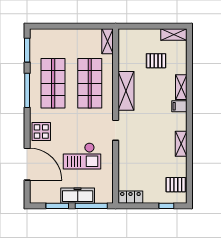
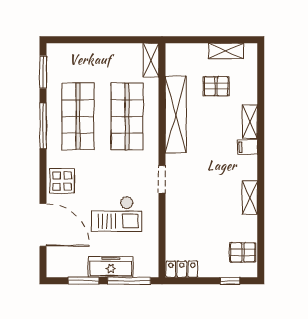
shelving: (174, 34) -> (226, 51), moved
shelving: (126, 91) -> (176, 114), width x1.47

